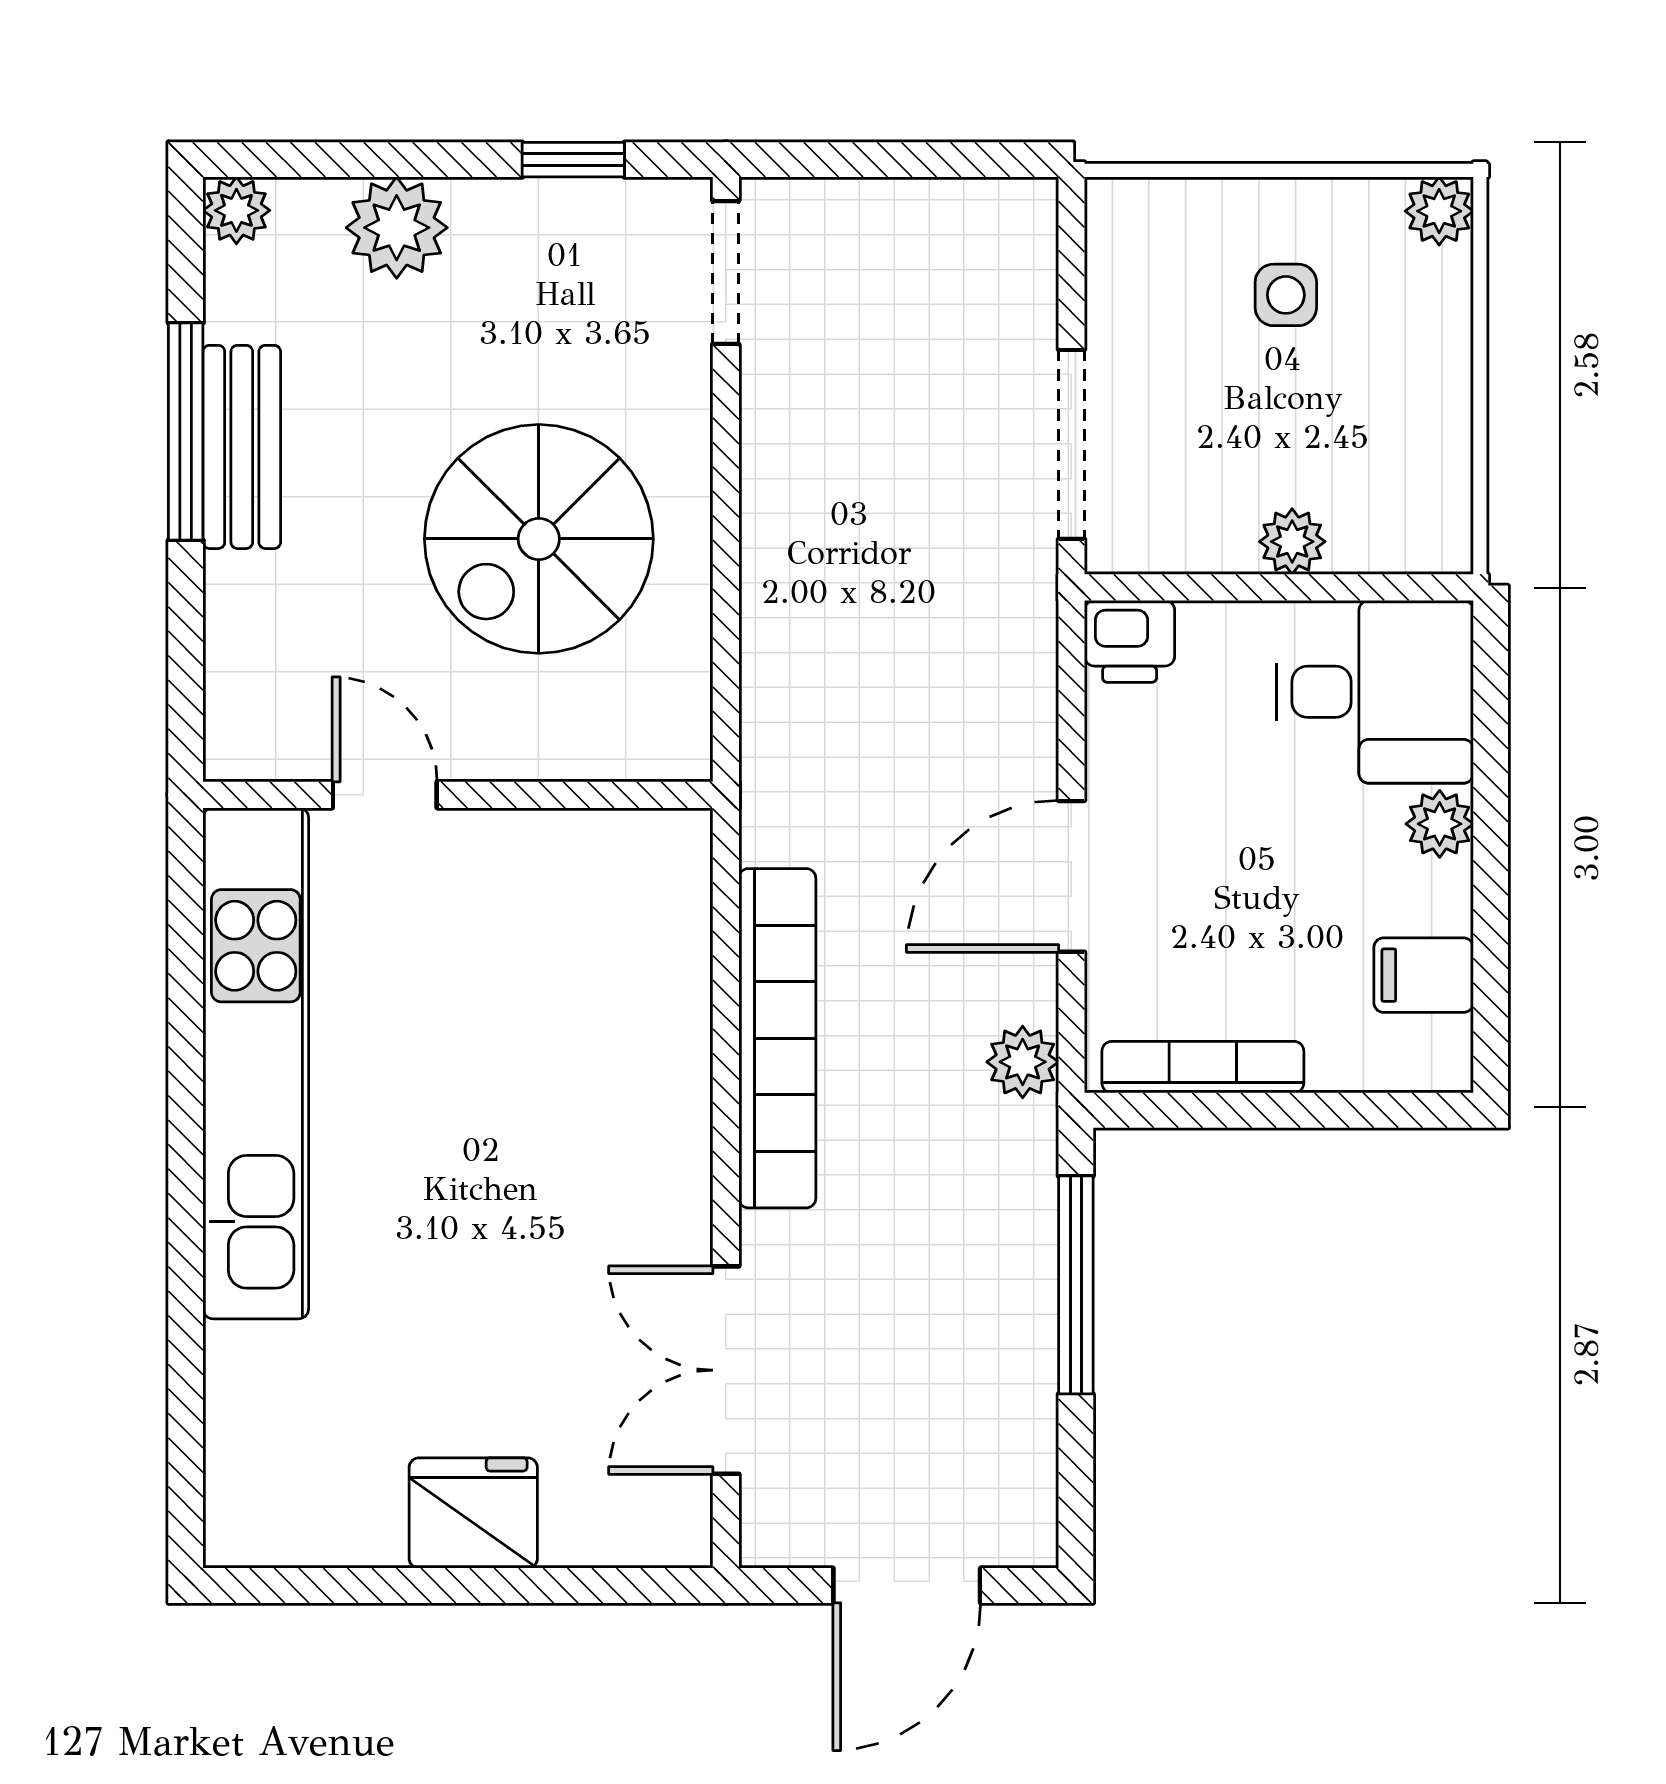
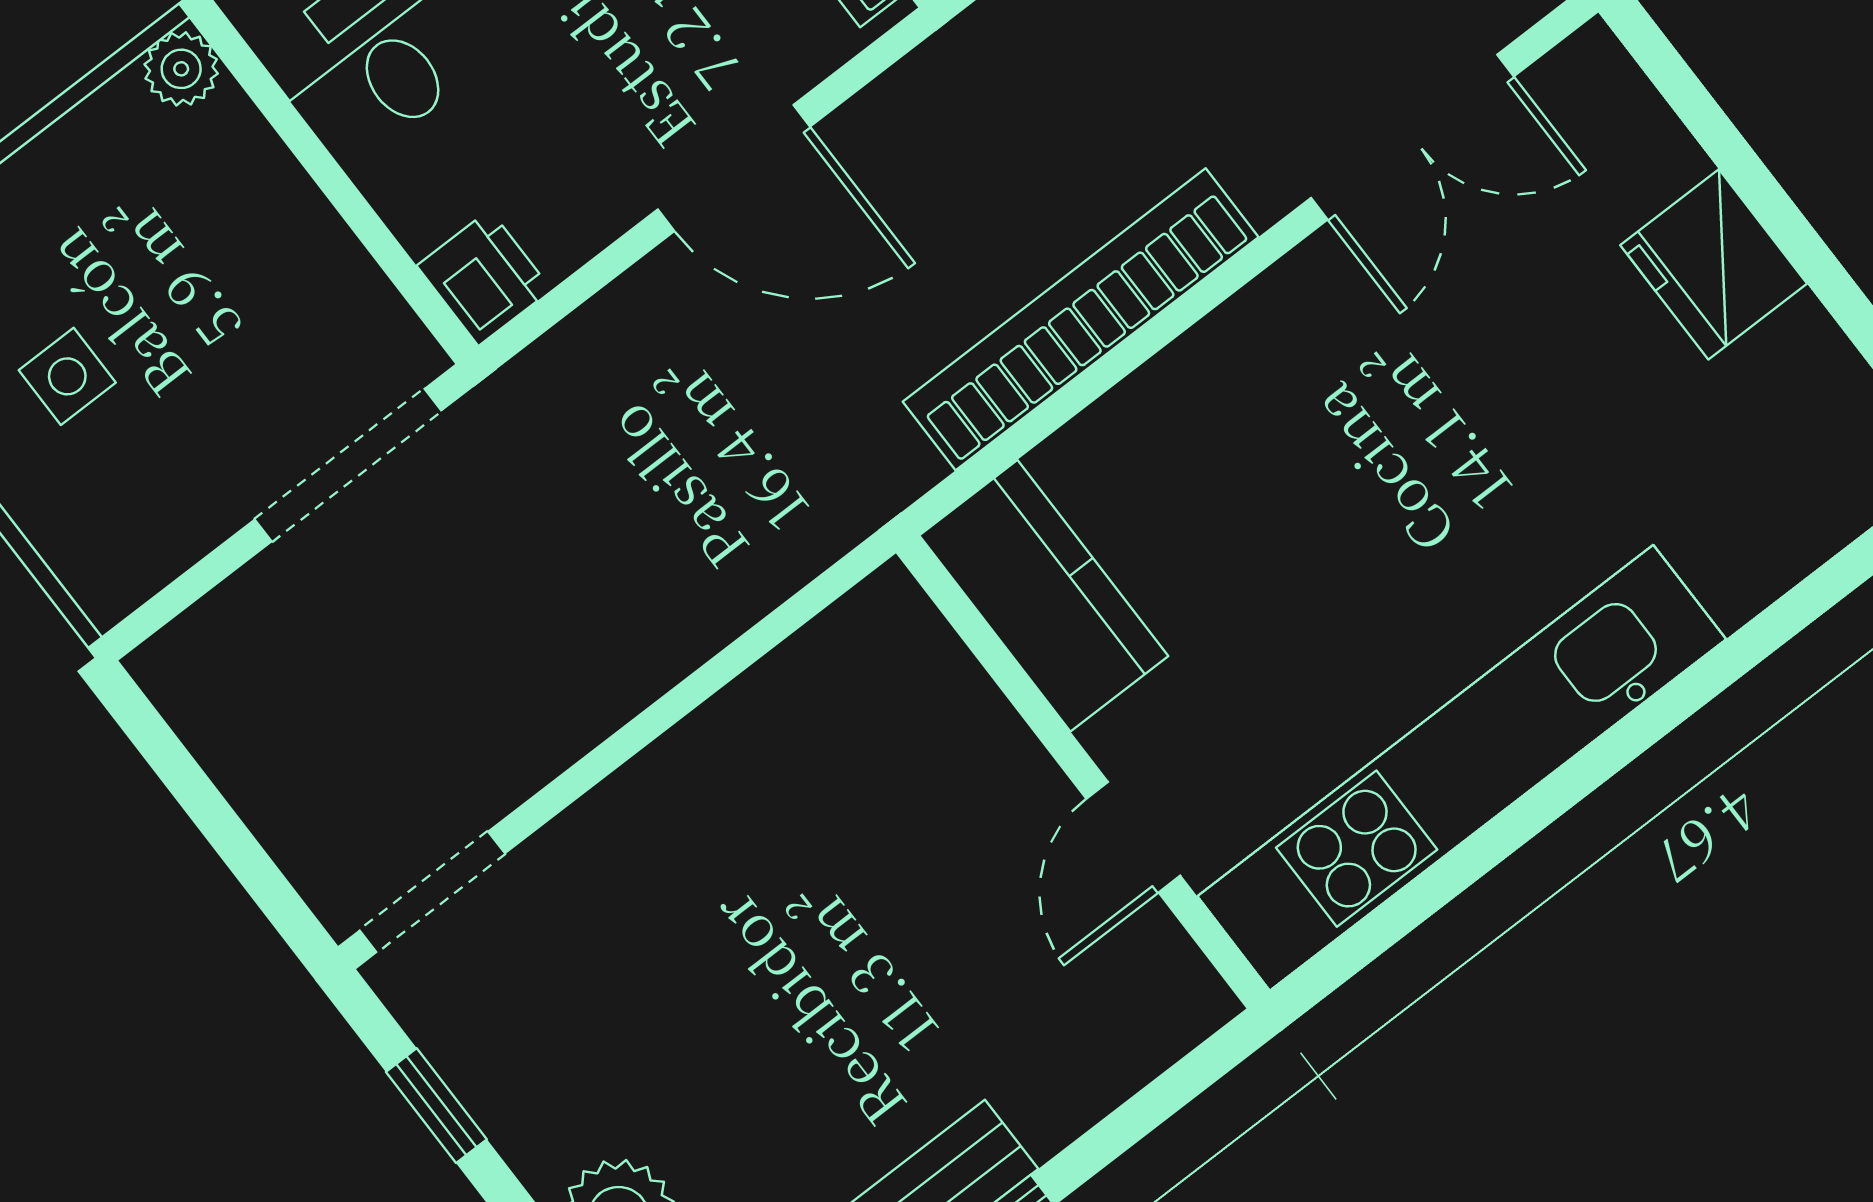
spiral stairs: (539, 539) -> (799, 876), removed
plant: (1292, 542) -> (181, 69), moved
kitchen counter: (603, 863) -> (1044, 596), added
plant: (1023, 1062) -> (933, 84), removed

